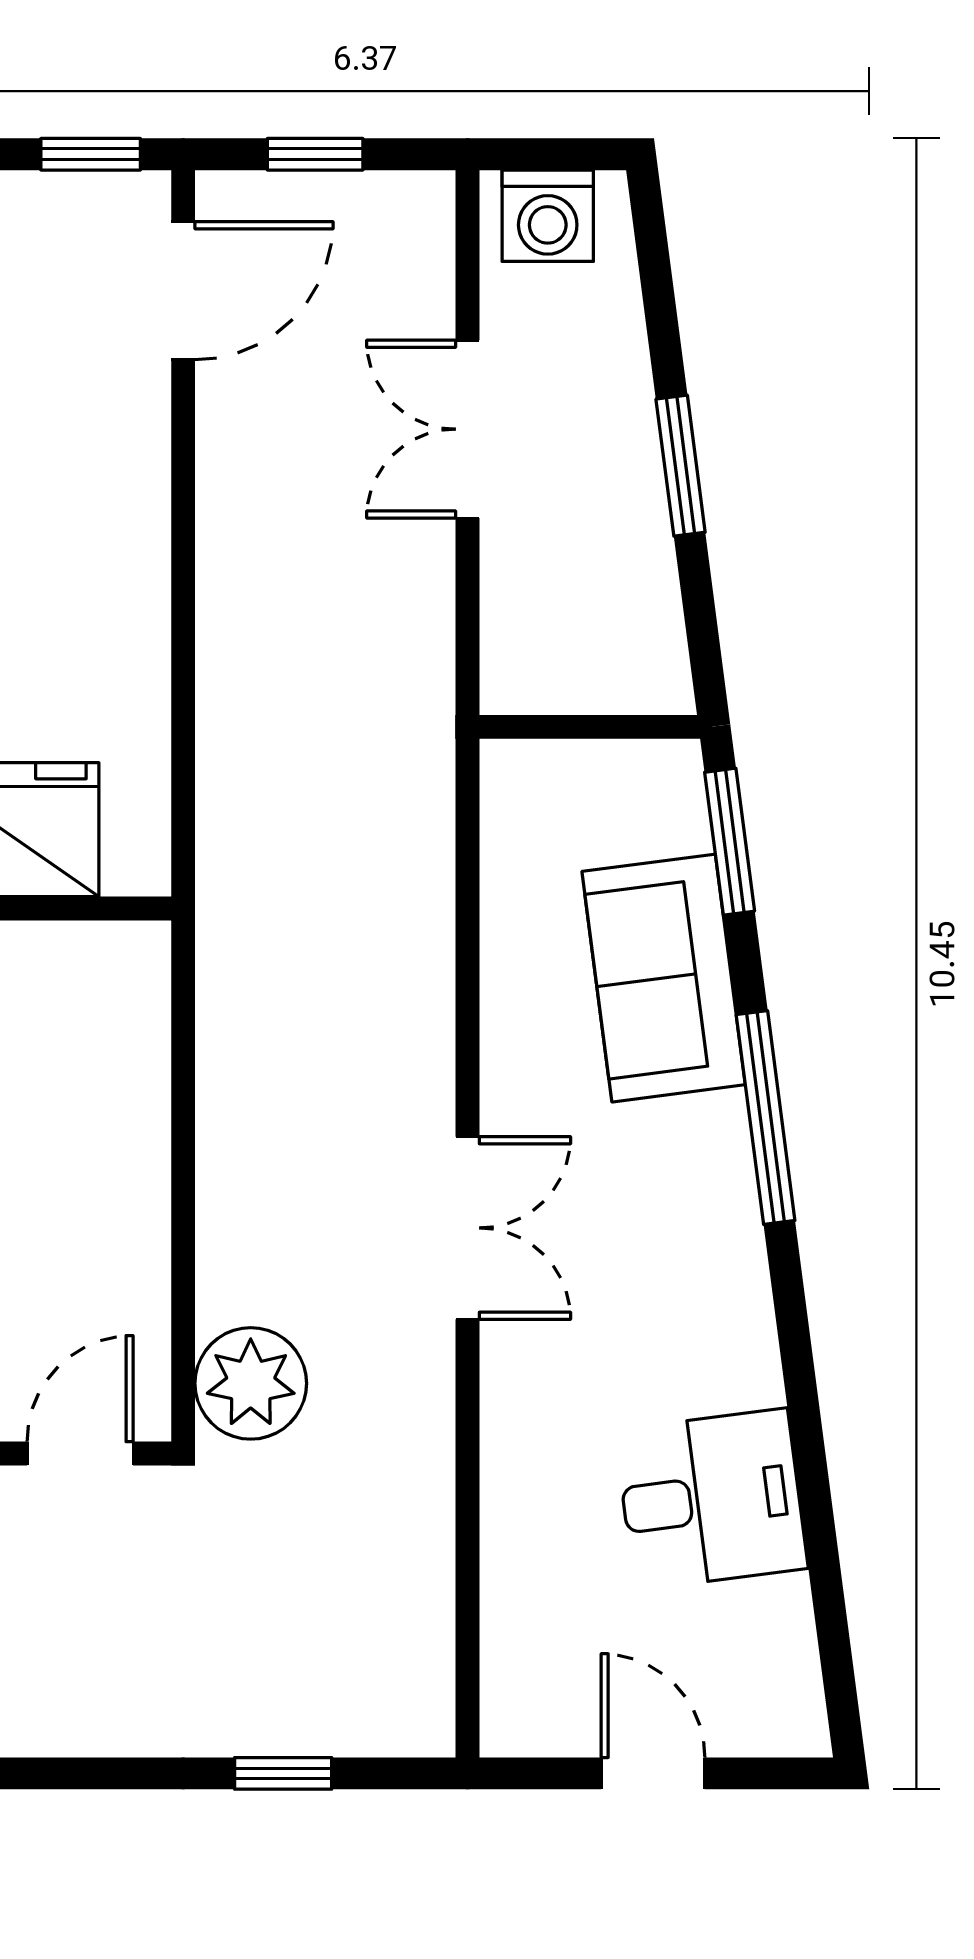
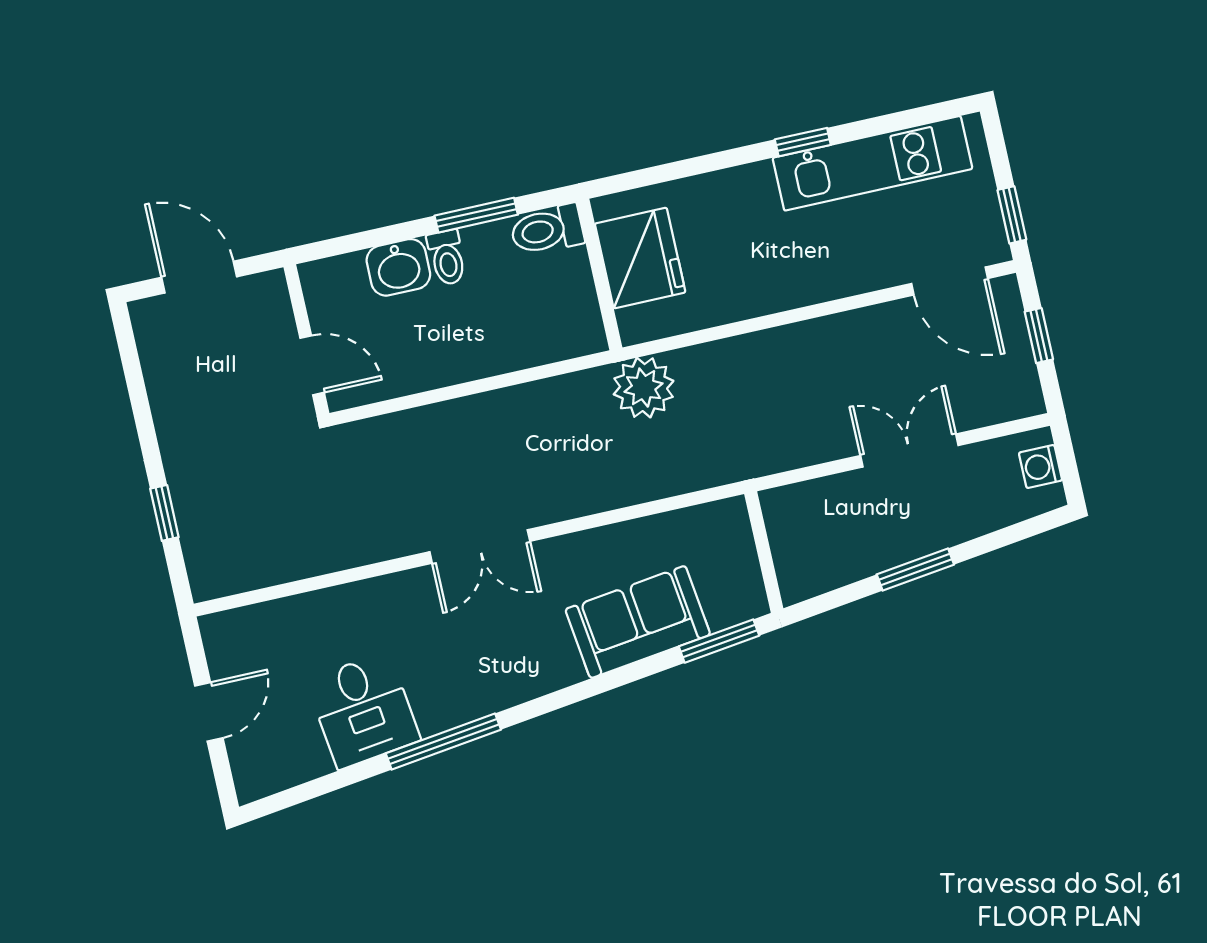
washing machine: (548, 216) -> (1040, 467), width x0.73, depth x0.73
window: (766, 1118) -> (443, 742), moved
plant: (251, 1383) -> (644, 388), moved

